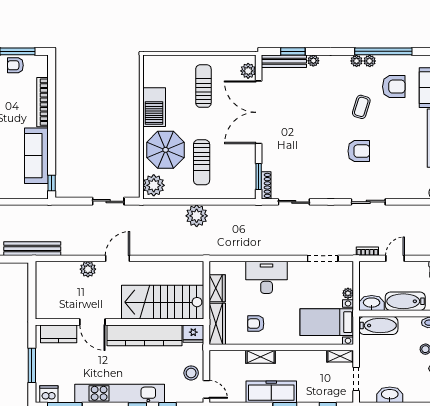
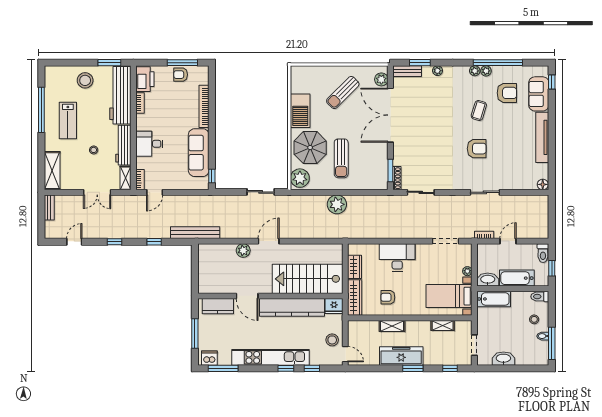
bench: (284, 61) -> (407, 71), width x0.73
sun lounger: (203, 86) -> (343, 93), turned -135
shelving: (340, 356) -> (443, 325), moved

